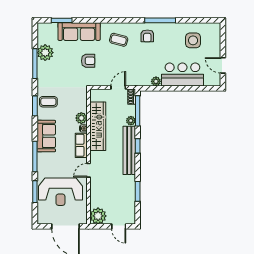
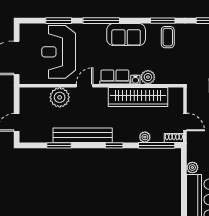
bench: (129, 150) -> (83, 135), moved
door: (88, 170) -> (85, 86), hinge flipped
plant: (98, 216) -> (60, 97), moved

